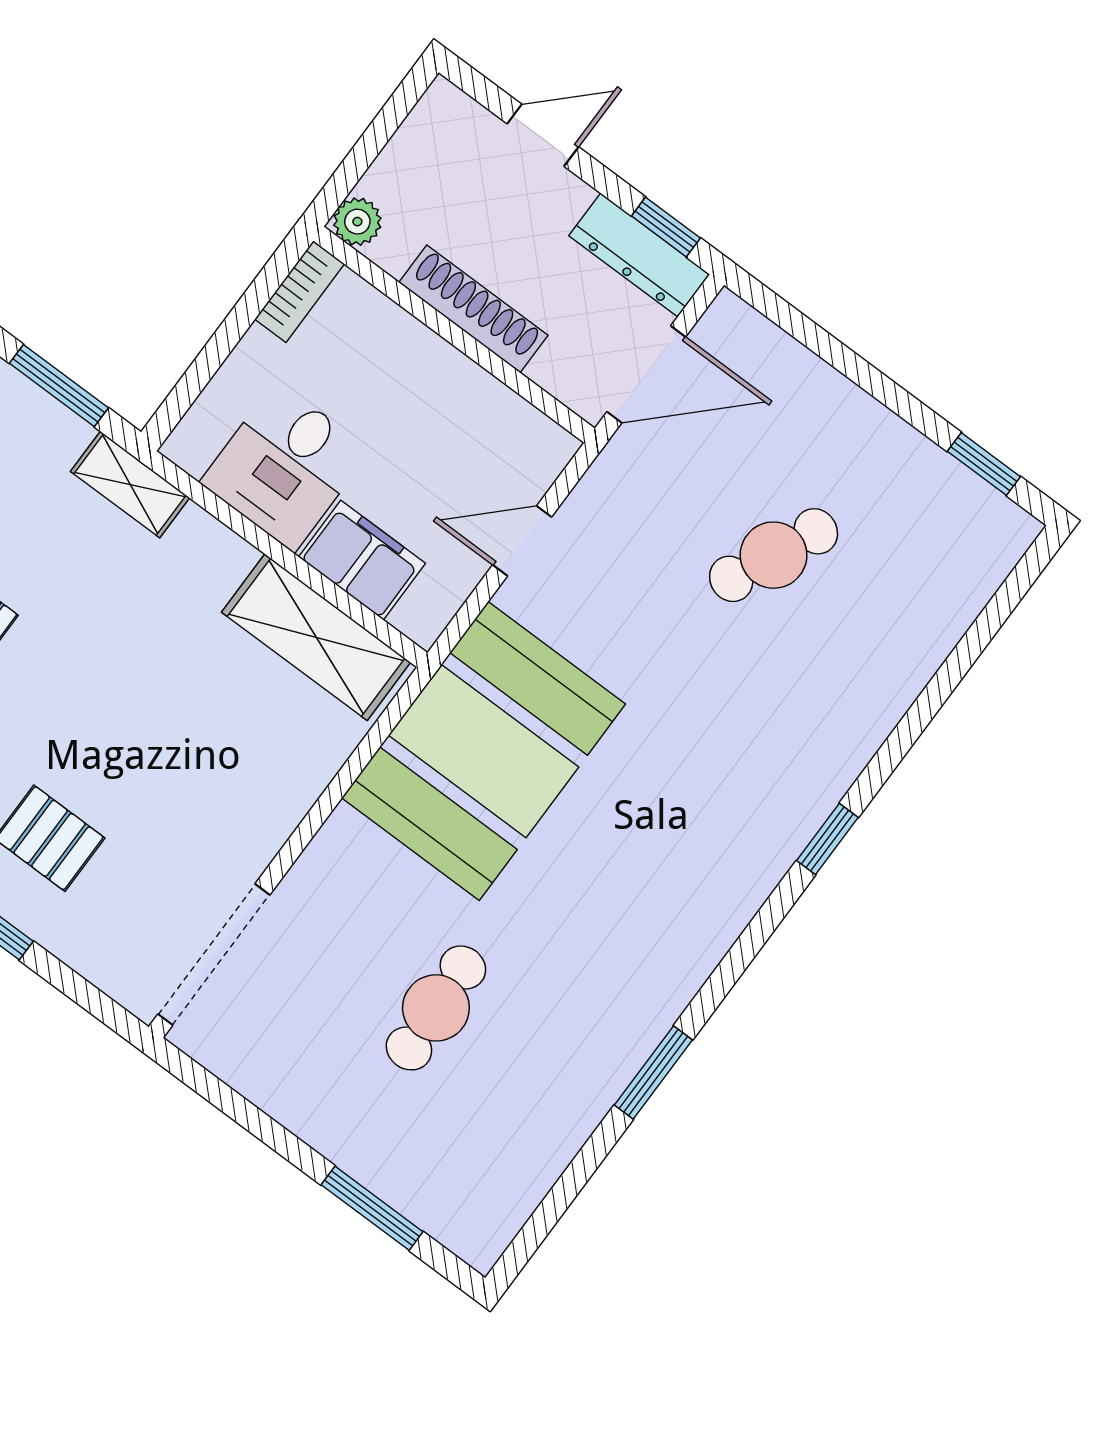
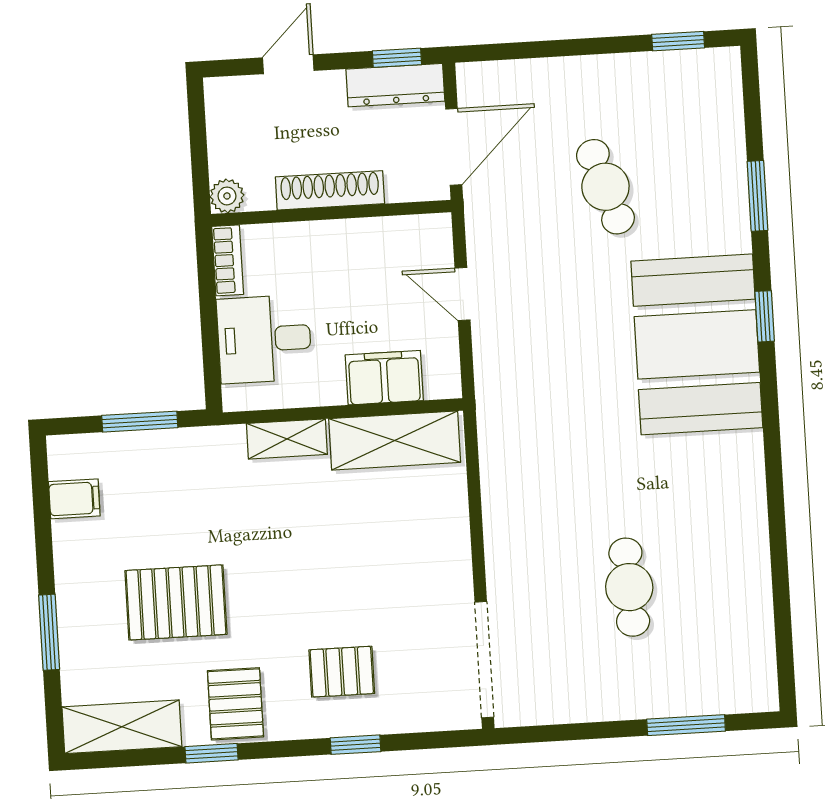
desk: (285, 466) -> (264, 339), moved, turned 90
shelving: (130, 485) -> (287, 439), moved
door: (522, 541) -> (462, 294), hinge flipped
cafe table: (774, 555) -> (605, 187), turned -42
booth: (484, 751) -> (697, 344), moved
window: (653, 1072) -> (757, 196), moved

